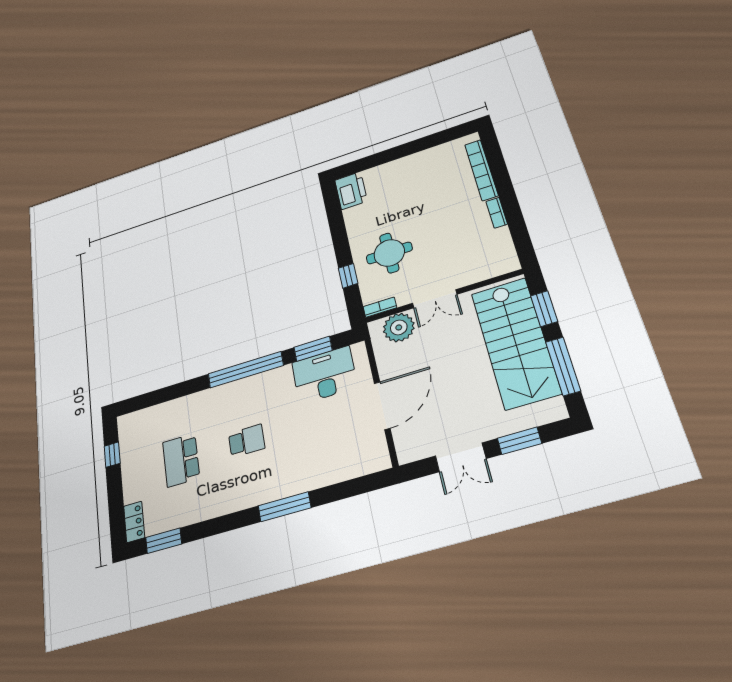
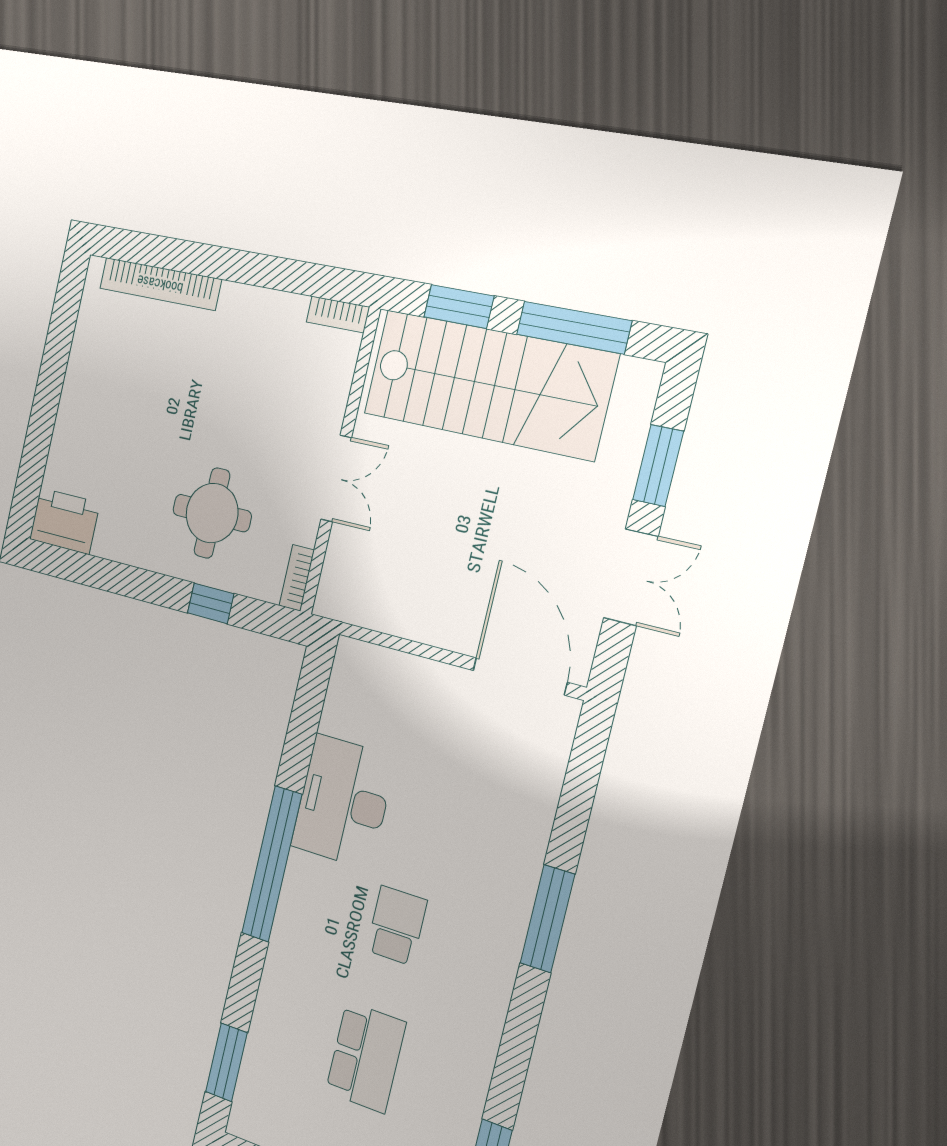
bookcase: (497, 213) -> (338, 314), moved
plant: (399, 327) -> (350, 564), removed
window: (313, 349) -> (226, 1062), moved
desk: (324, 375) -> (343, 802), moved
door: (382, 406) -> (520, 676), moved
school desk: (181, 460) -> (366, 1057), turned -90

